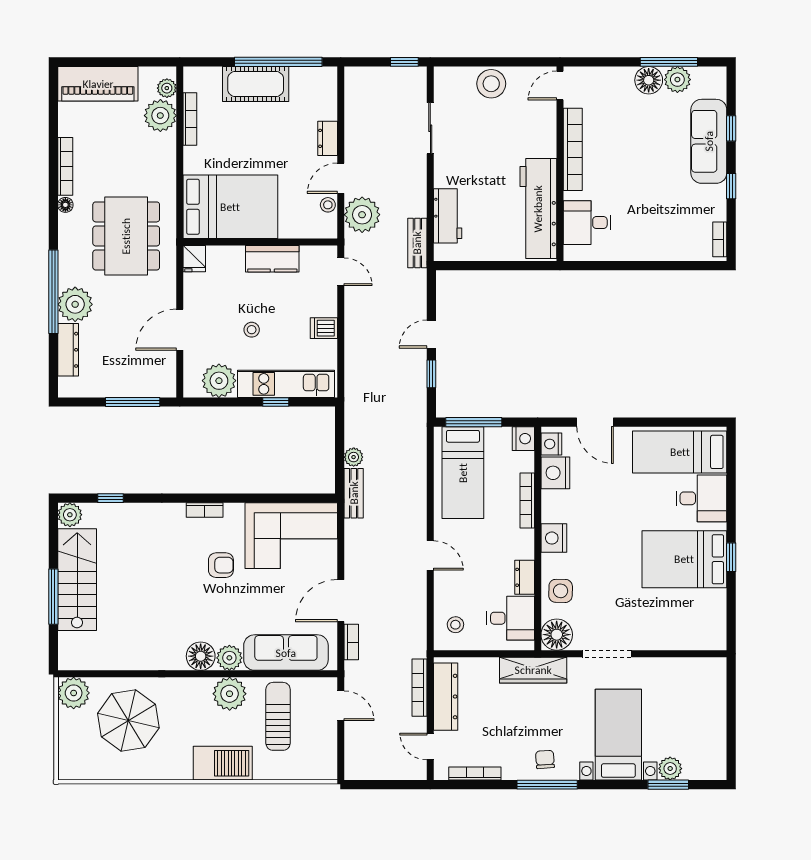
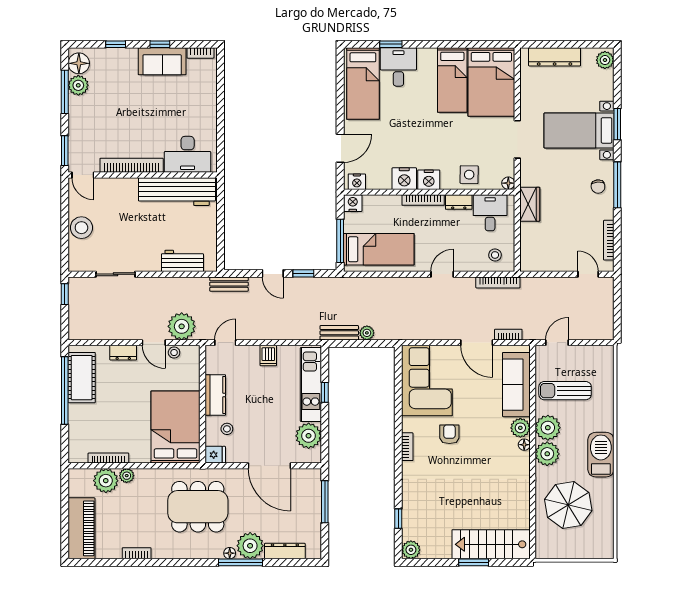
window: (592, 62) -> (65, 151), added
floor lamp: (649, 80) -> (79, 63), moved
cot: (256, 84) -> (82, 378), moved
plant: (167, 88) -> (127, 476), moved
sofa: (709, 141) -> (162, 61), moved, width x0.73
bookcase: (65, 166) -> (137, 553), width x0.64
floor lamp: (65, 205) -> (230, 553), moved
desk: (587, 223) -> (188, 154), width x1.37
bench: (417, 243) -> (229, 284), moved
window: (53, 292) -> (240, 562), width x0.68
door: (180, 330) -> (269, 466), width x1.36
stool: (252, 330) -> (227, 429), moved
nightstand: (555, 473) -> (404, 179), moved
bench: (354, 493) -> (339, 333), moved
bookcase: (527, 501) -> (423, 200), moved
window: (731, 557) -> (391, 44), moved
bed: (684, 559) -> (452, 80), width x0.67
stairs: (77, 580) -> (491, 544), moved
window: (53, 597) -> (474, 562), width x0.69
bed: (682, 620) -> (491, 82), added
floor lamp: (557, 635) -> (508, 183), width x0.53, depth x0.53
floor lamp: (201, 656) -> (524, 445), width x0.53, depth x0.53
wardrobe: (533, 670) -> (530, 204), width x0.67
bookcase: (420, 688) -> (498, 282), moved
plant: (74, 693) -> (547, 454), moved
dresser: (446, 697) -> (555, 57), moved, turned 180
door: (430, 746) -> (588, 274), swing flipped
chair: (545, 759) -> (598, 187), turned -91
barbecue: (223, 763) -> (601, 455), moved
plant: (670, 769) -> (605, 60), moved
window: (668, 785) -> (617, 124), moved

